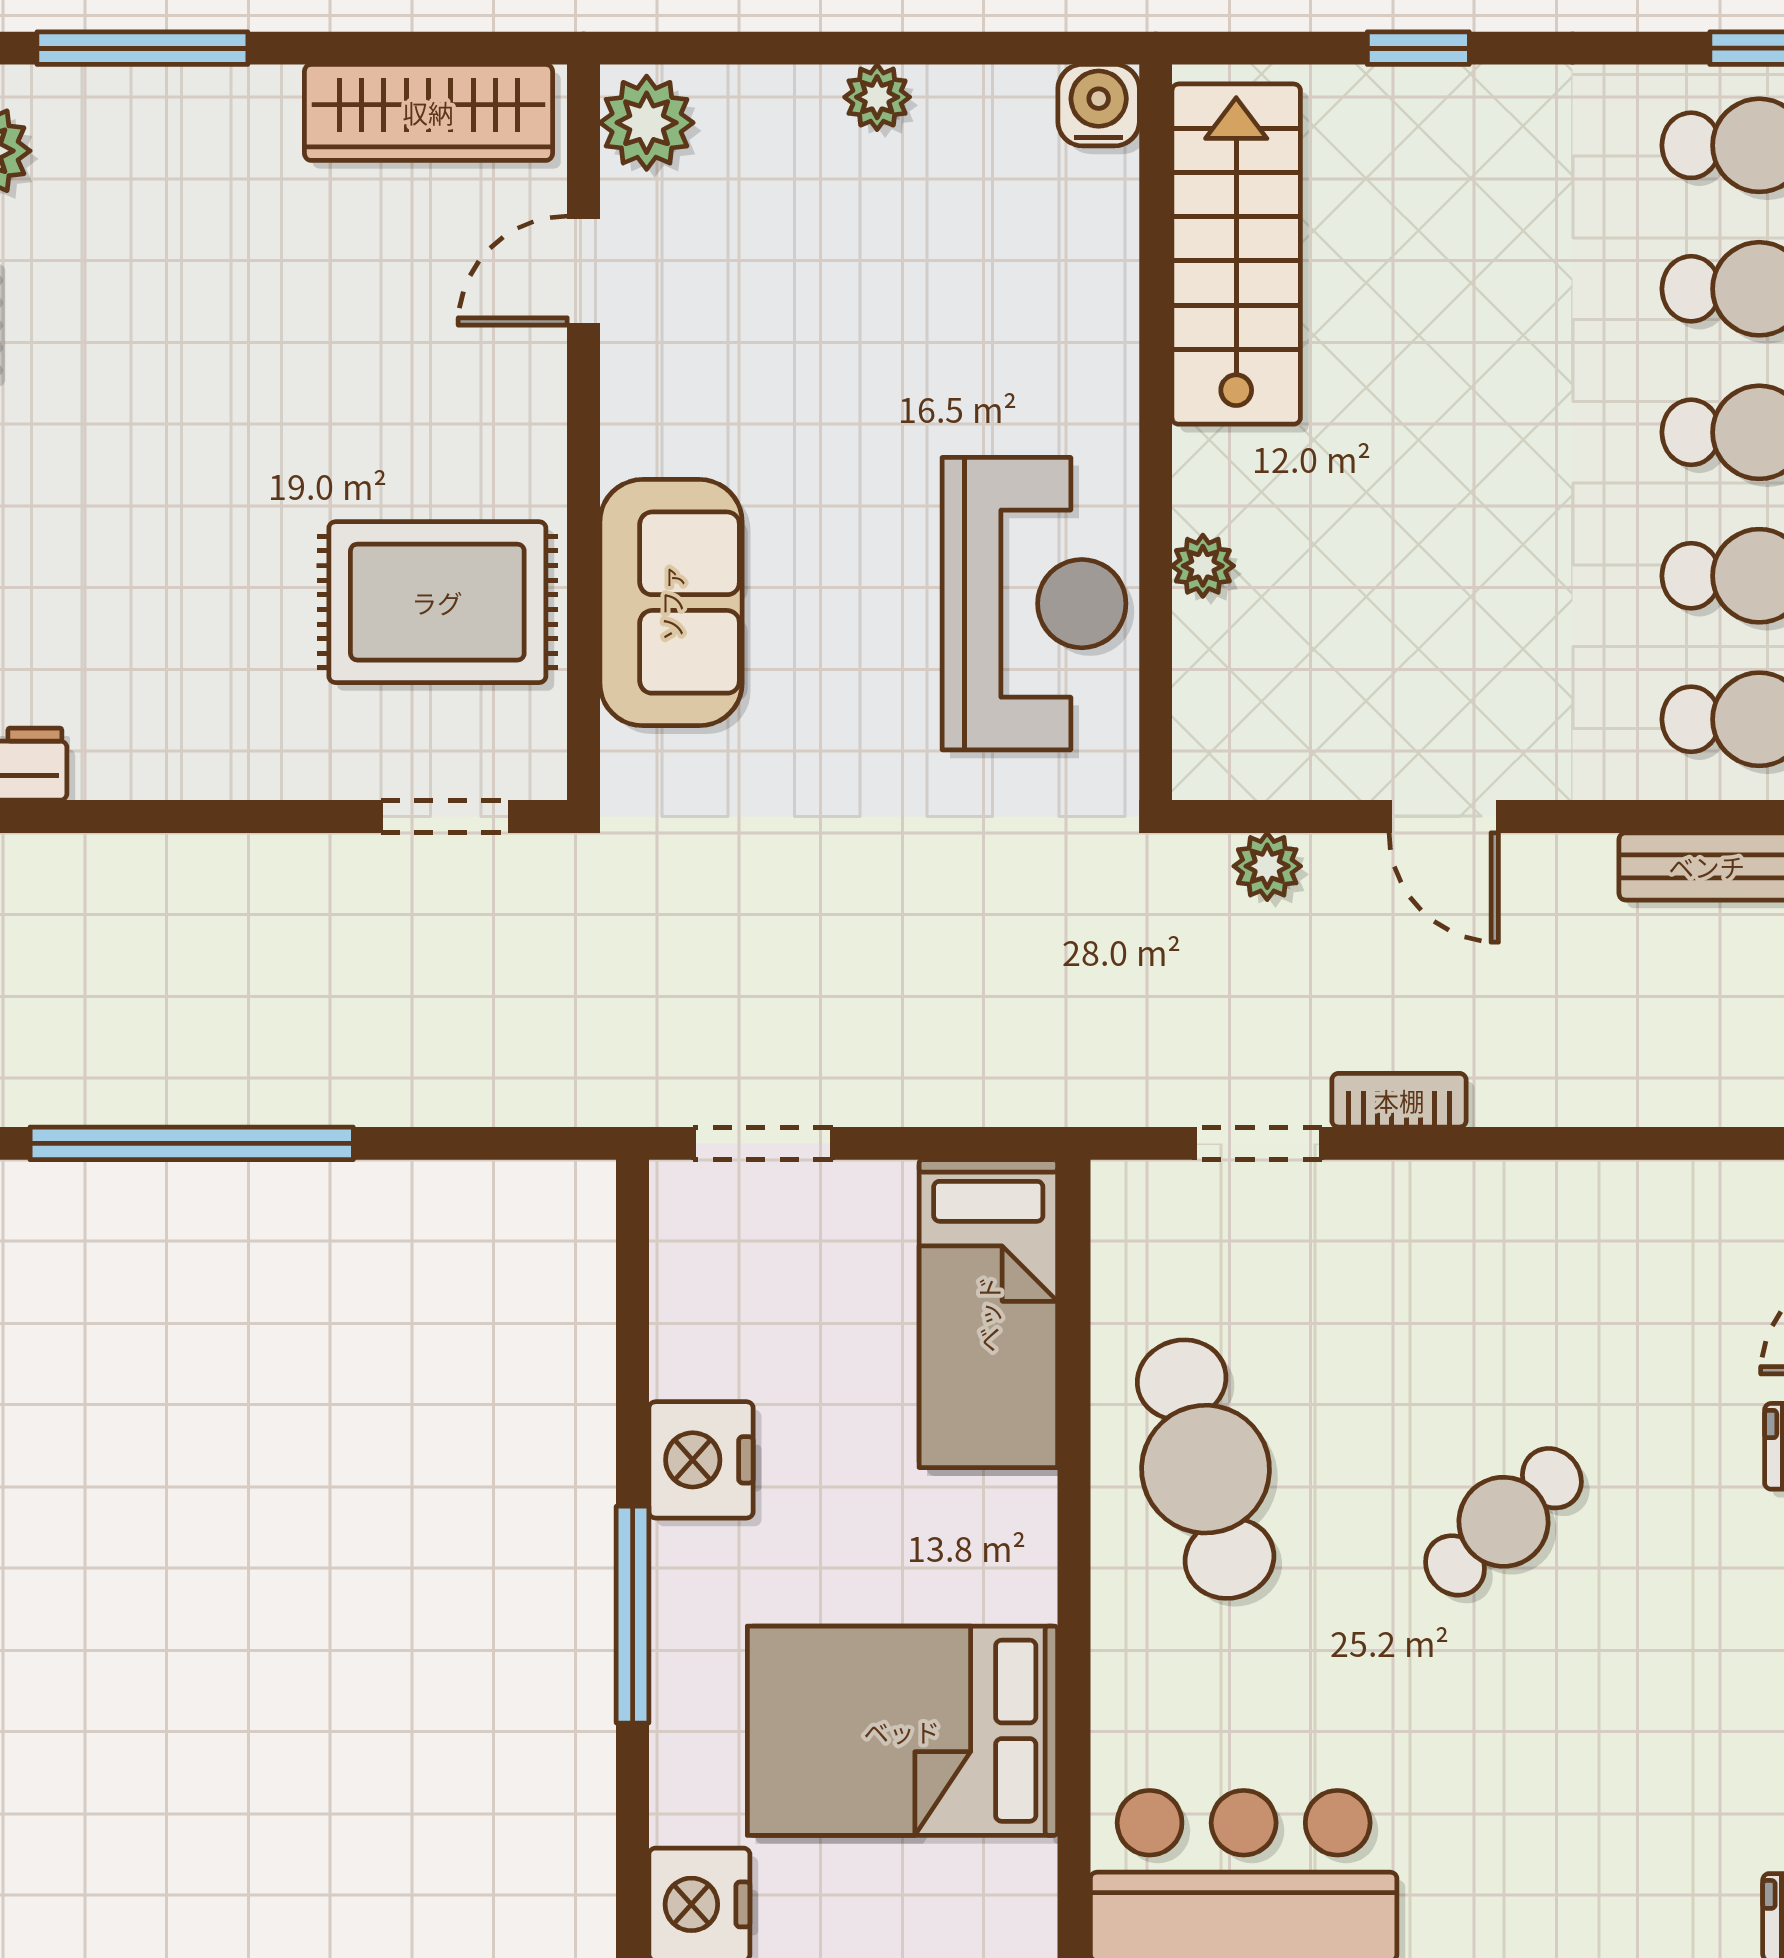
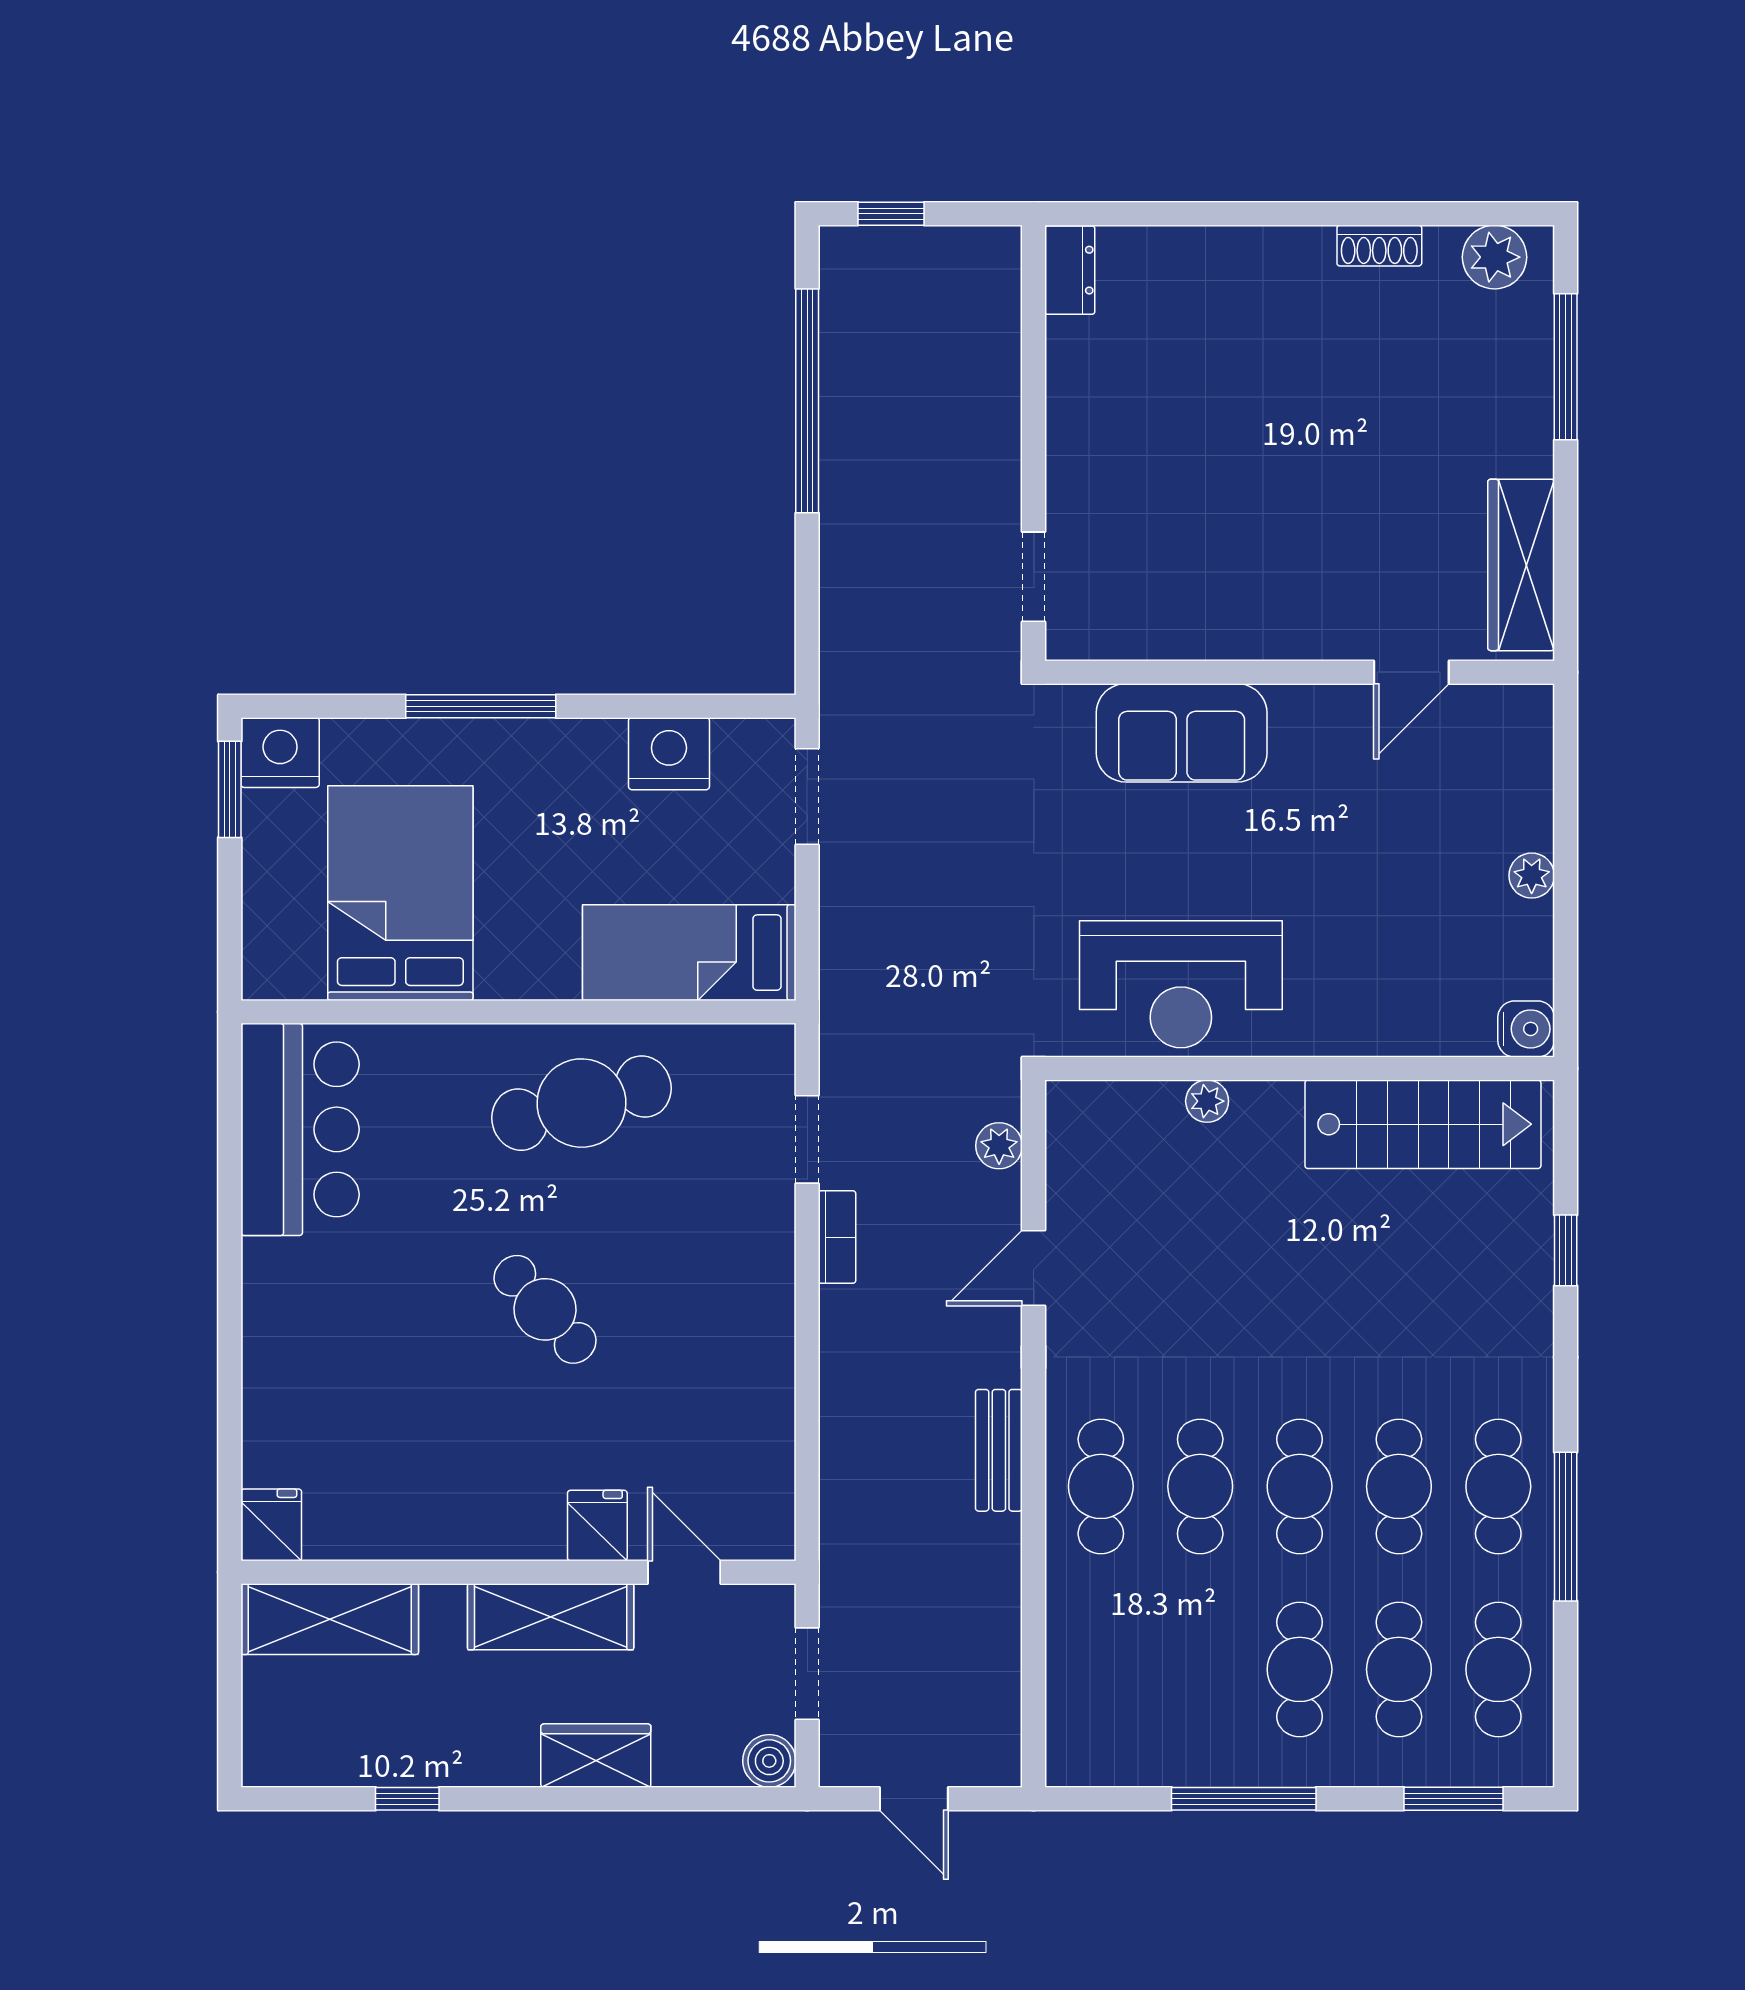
plant: (647, 123) -> (1514, 716), removed
door: (583, 271) -> (1411, 672), swing flipped
rug: (437, 602) -> (1182, 571), removed
nightstand: (701, 1460) -> (669, 754), moved

